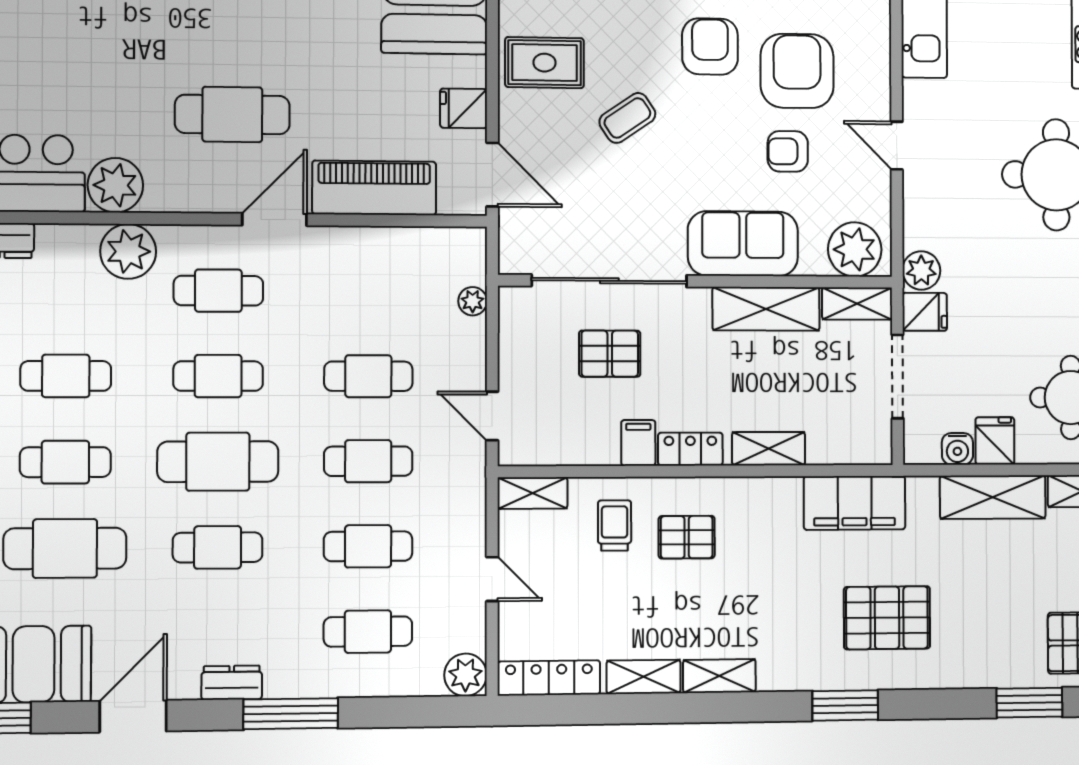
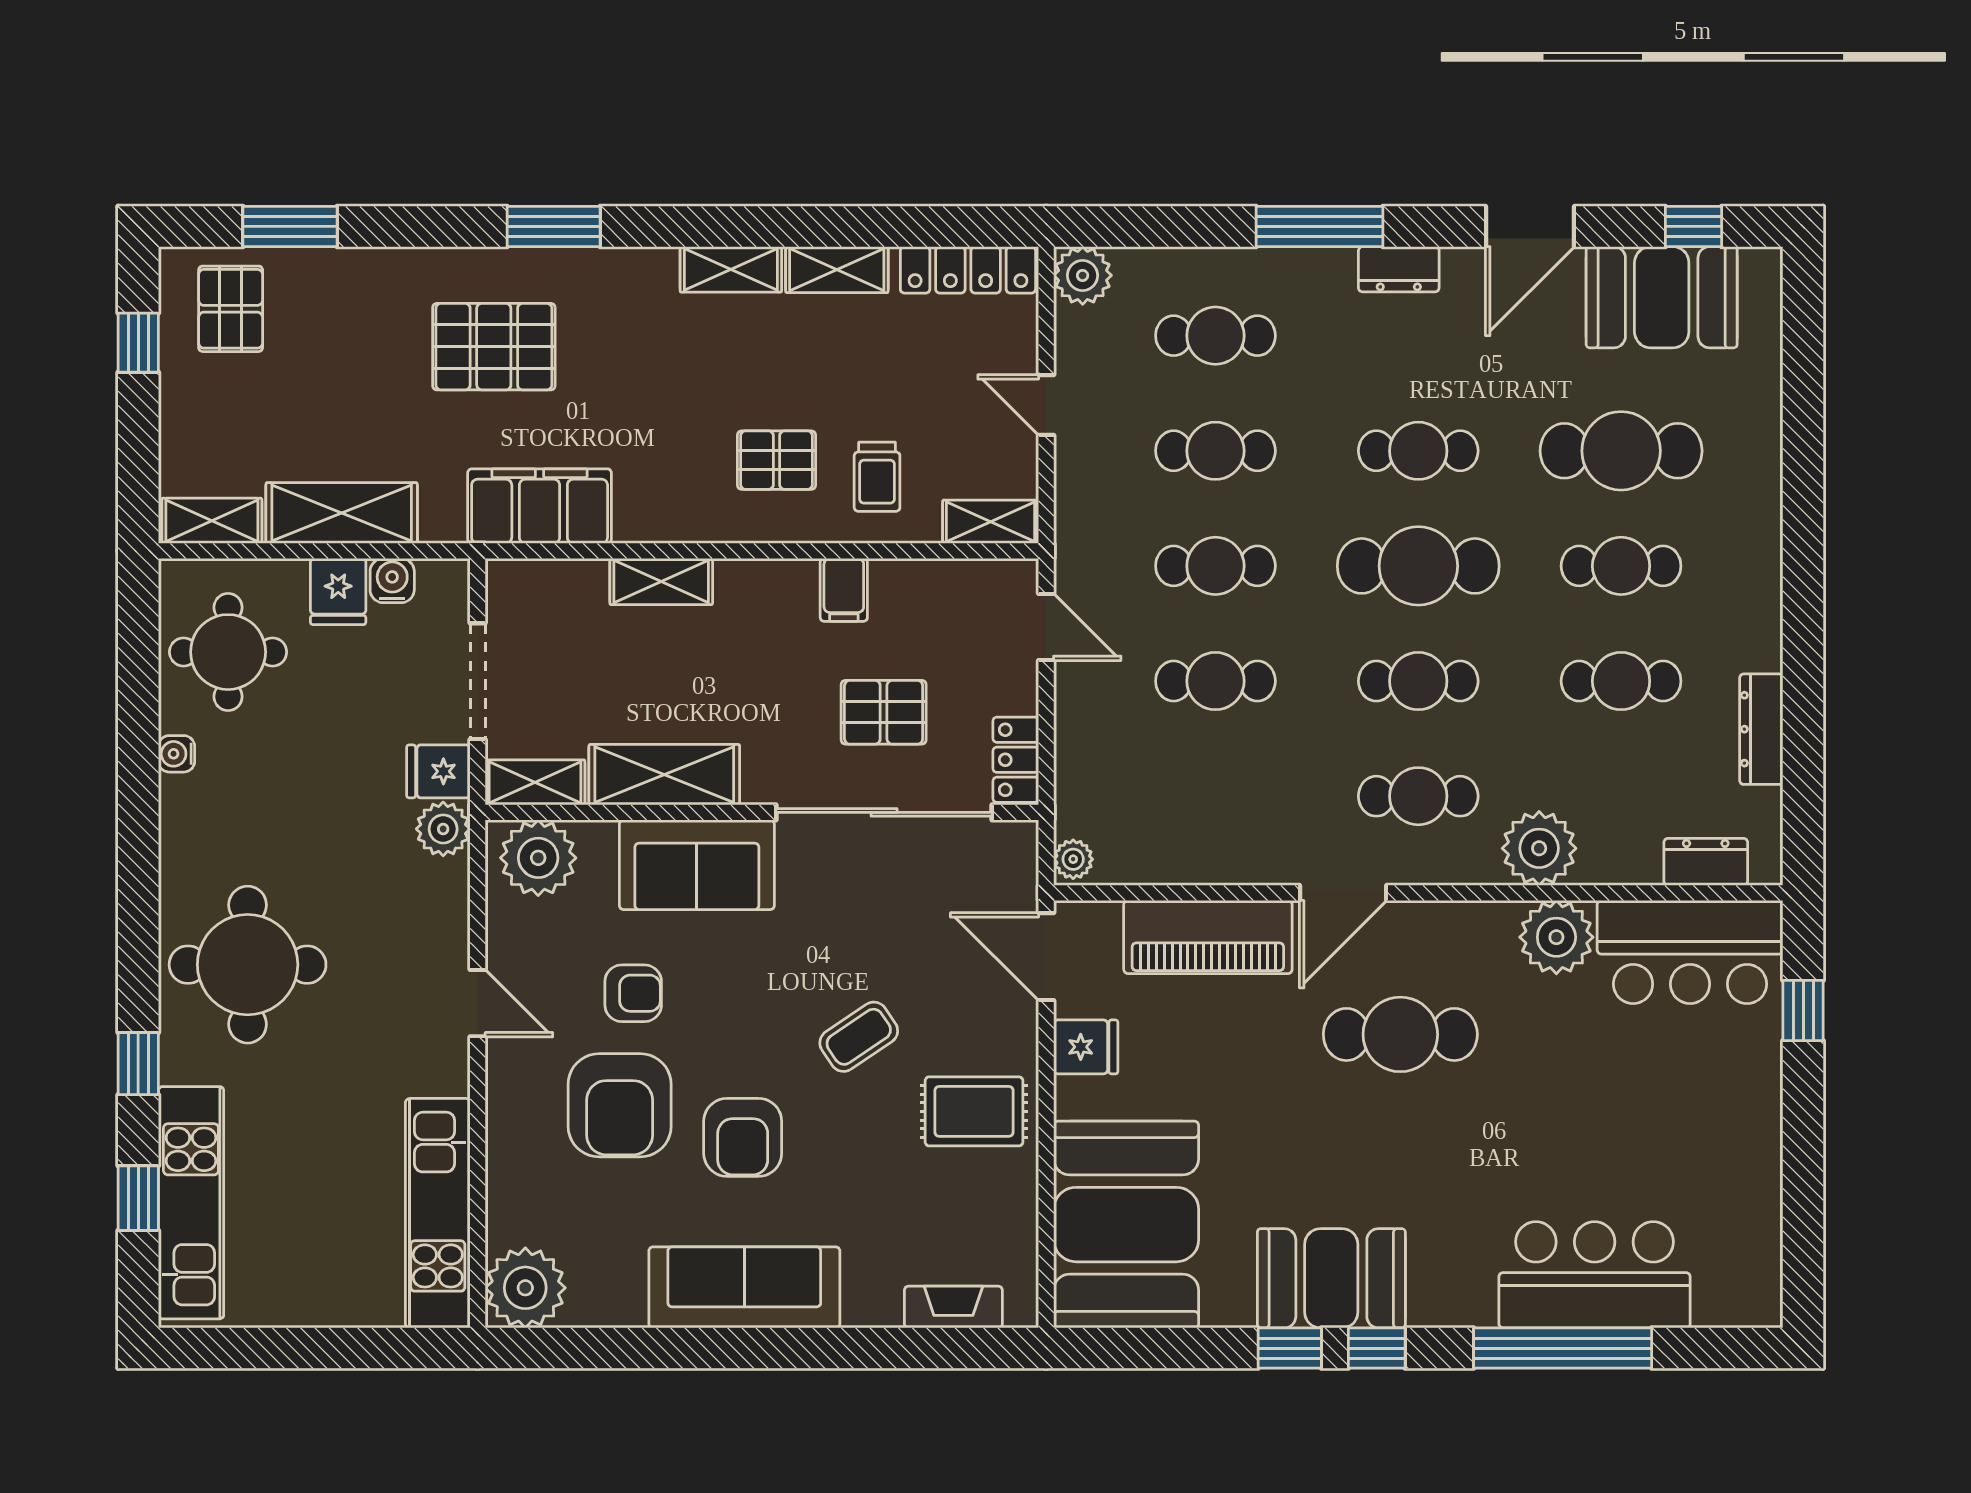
plant: (473, 301) -> (1073, 859), moved
locker: (690, 449) -> (1016, 760), moved, turned 90

